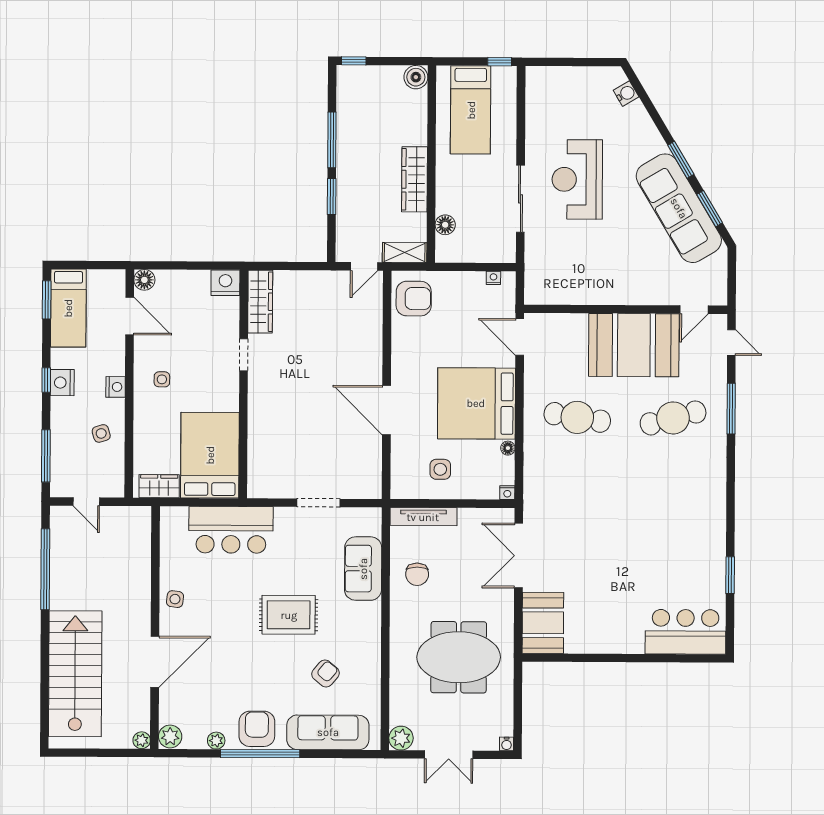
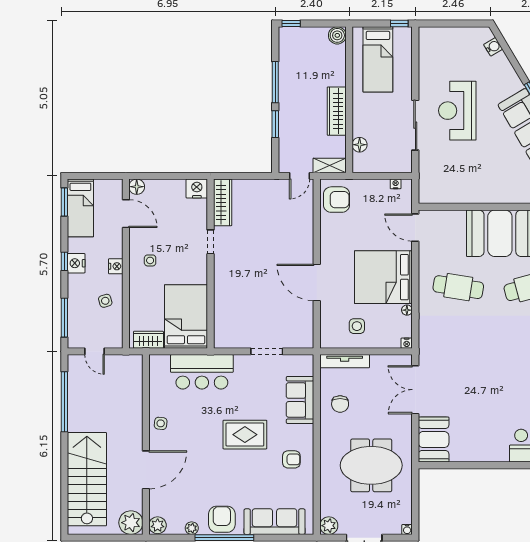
armchair: (325, 674) -> (291, 459), moved, turned 50
plant: (142, 740) -> (131, 523), width x1.87, depth x1.87

